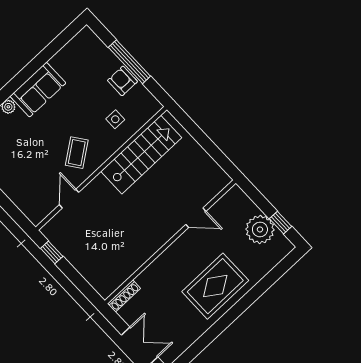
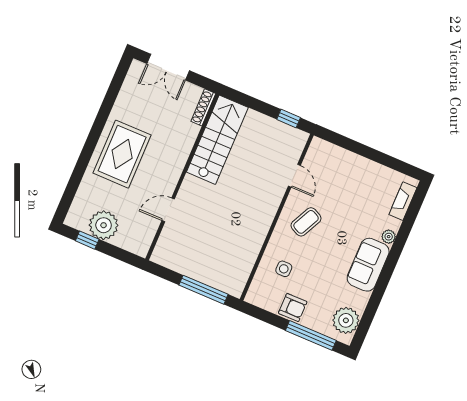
plant: (80, 48) -> (346, 320), added
window: (129, 62) -> (311, 335), moved
window: (196, 132) -> (204, 290), added
coffee table: (77, 153) -> (306, 222), turned 62
stairs: (141, 155) -> (217, 140), moved, turned 180

